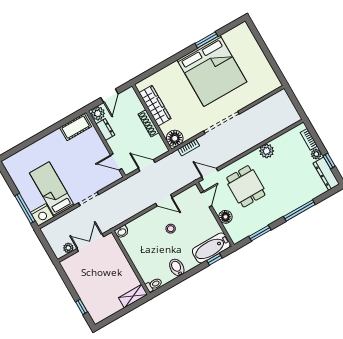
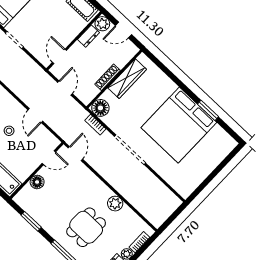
dining table: (246, 186) -> (86, 227), moved

